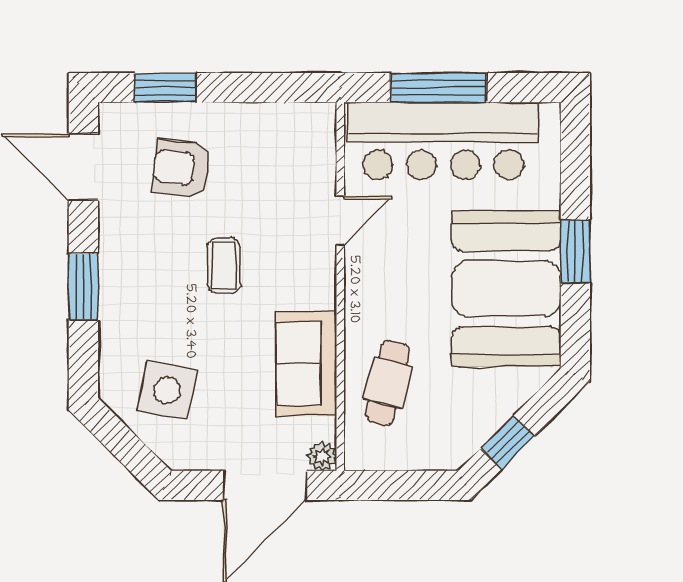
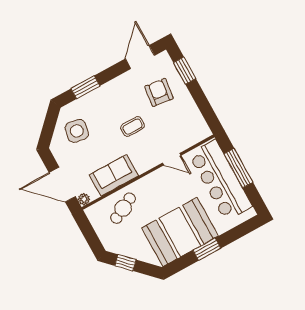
window: (83, 287) -> (85, 87), moved
cafe table: (388, 383) -> (123, 208), turned -40

